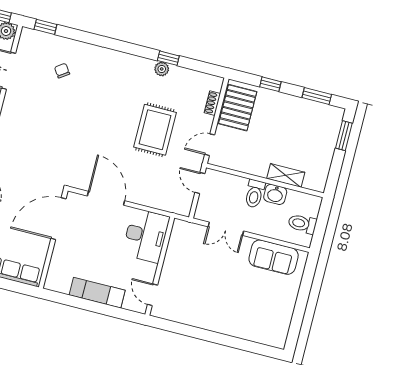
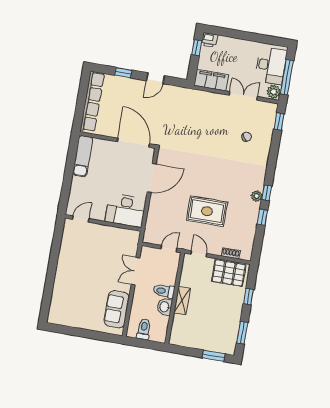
window: (137, 50) -> (267, 193), added
plant: (162, 69) -> (257, 196), moved
shelving: (286, 175) -> (182, 301), moved
exam couch: (97, 293) -> (83, 156), moved

